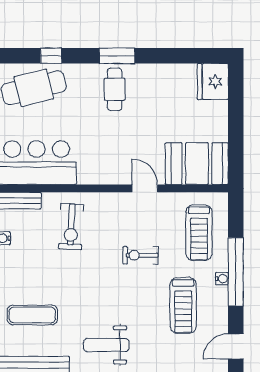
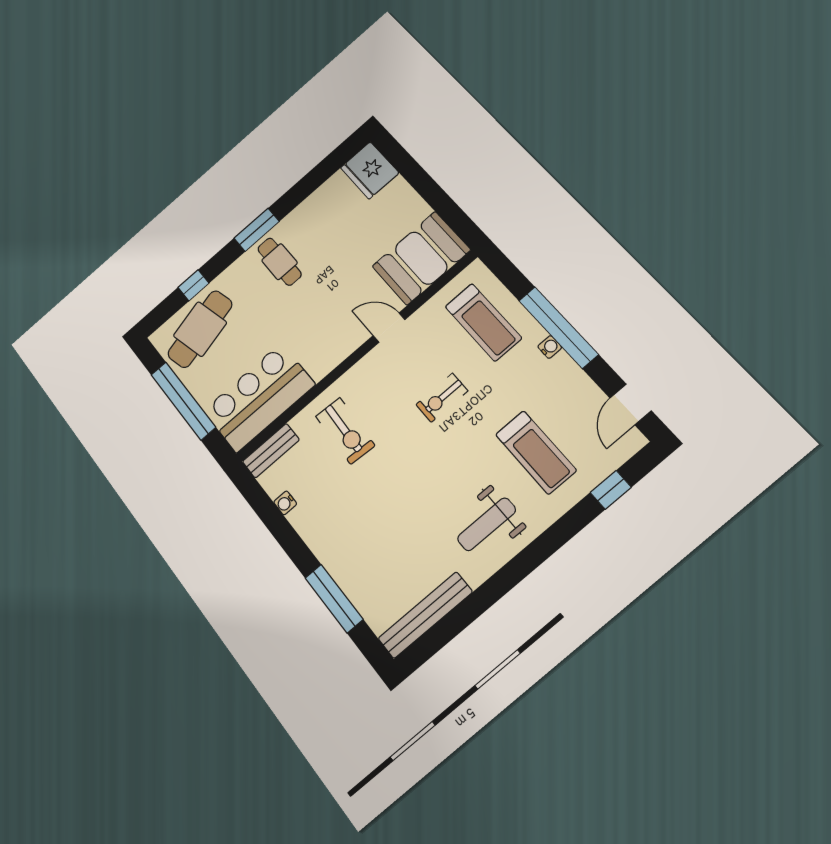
treadmill: (183, 305) -> (536, 452), moved
exercise mat: (32, 315) -> (379, 559), removed

